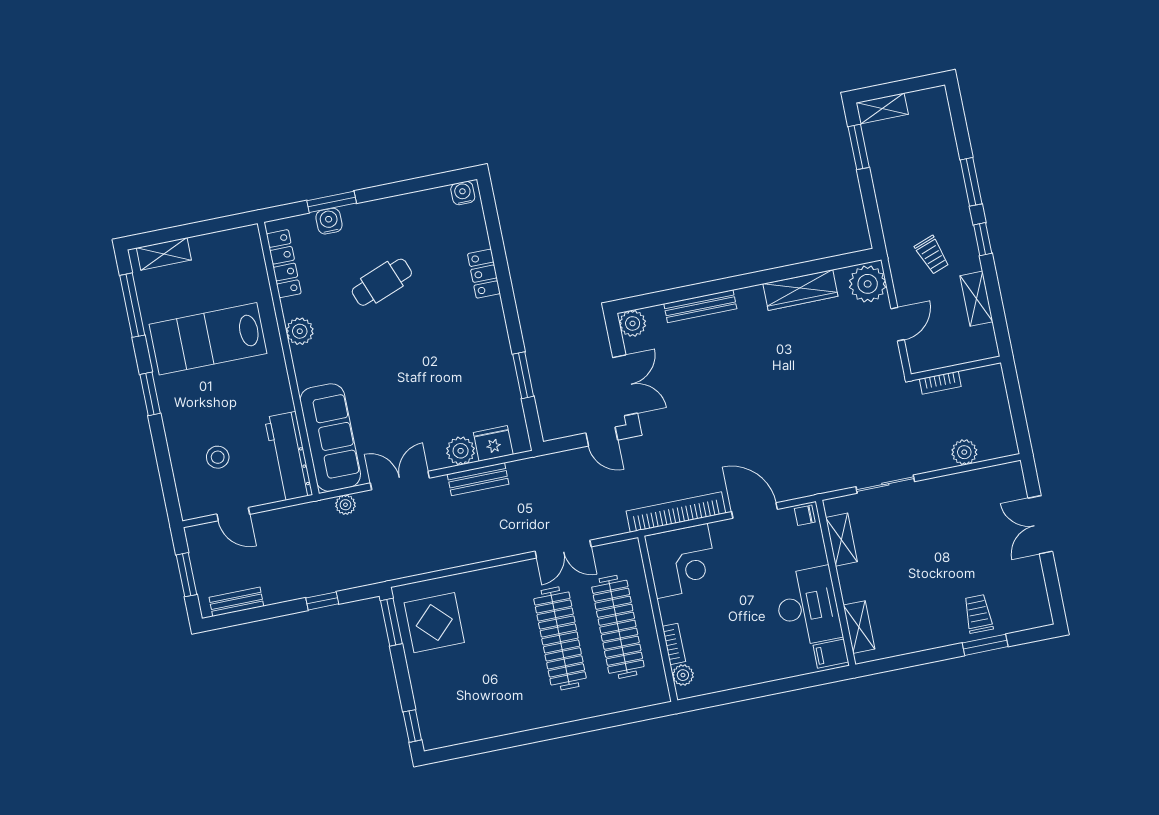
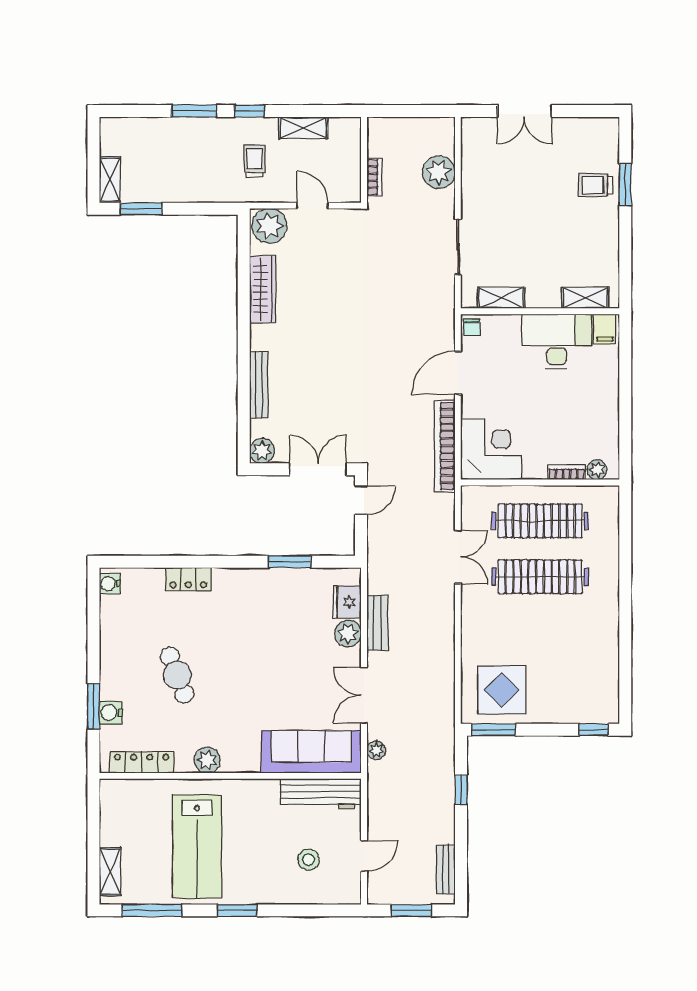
trolley: (932, 255) -> (255, 161), turned -70
plant: (964, 452) -> (439, 172), width x1.36, depth x1.36

